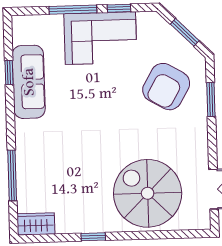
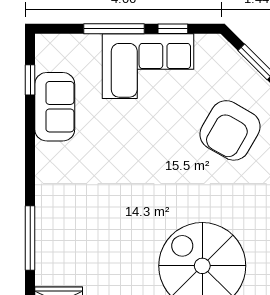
window: (9, 72) -> (30, 80), moved
sofa: (29, 82) -> (55, 107), width x0.73

